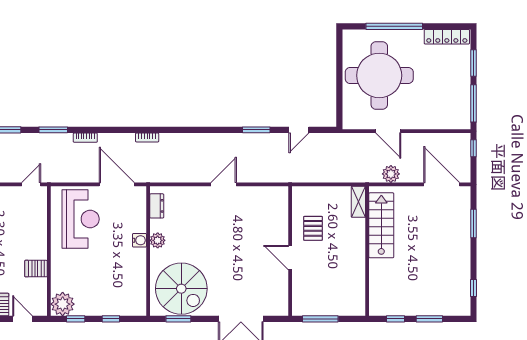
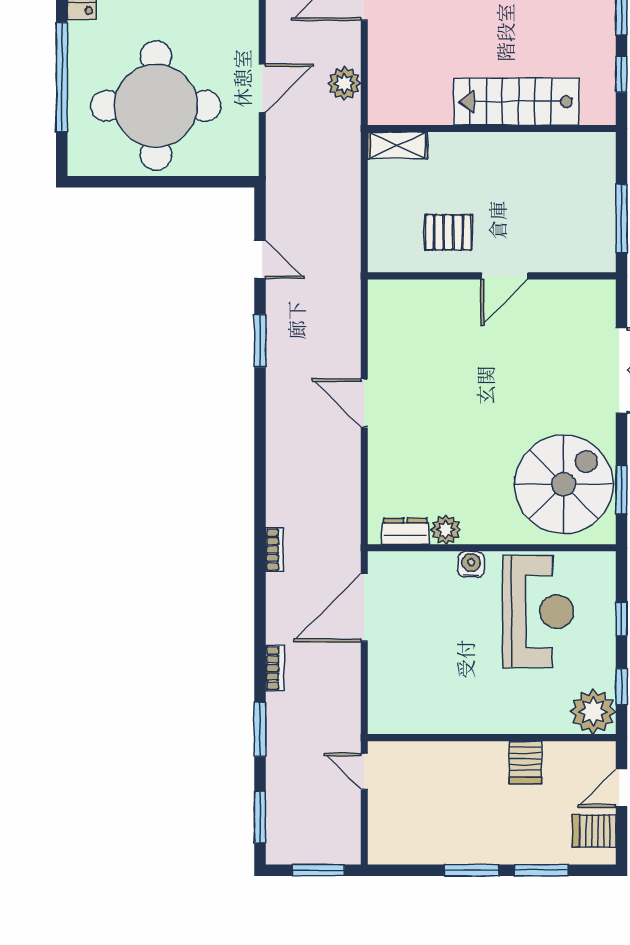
reception desk: (81, 219) -> (538, 612), moved, turned 90
stairs: (381, 225) -> (516, 102), moved
plant: (158, 240) -> (446, 530), moved

